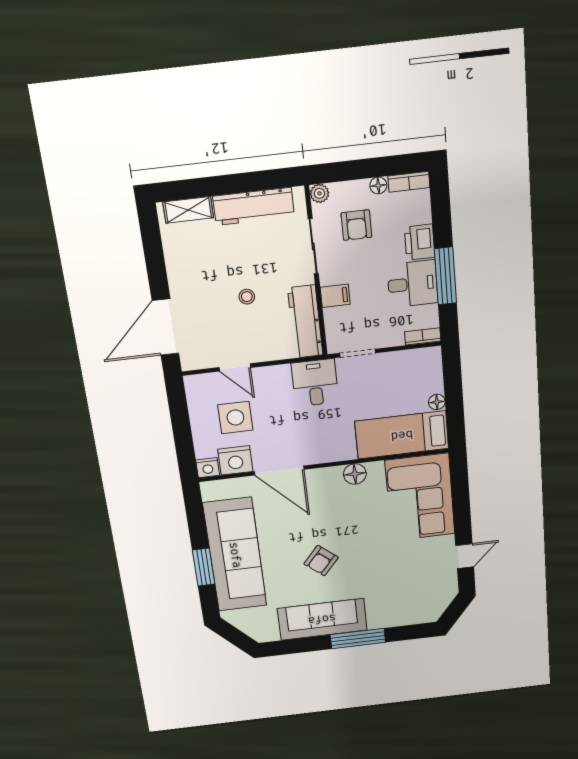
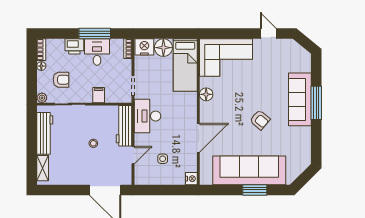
workbench: (305, 322) -> (124, 126), moved, turned 90
desk: (315, 383) -> (147, 116), width x1.37
floor lamp: (437, 402) -> (163, 48), width x1.89, depth x1.89
side table: (235, 417) -> (163, 159), width x0.54, depth x0.54
nightstand: (235, 460) -> (144, 47), moved, turned -90
sofa: (322, 619) -> (300, 99), moved

